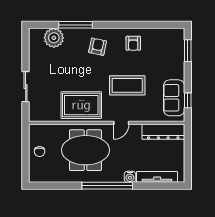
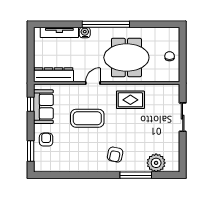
armchair: (133, 43) -> (46, 140), moved
rug: (81, 105) -> (130, 100), width x0.73, depth x0.70

